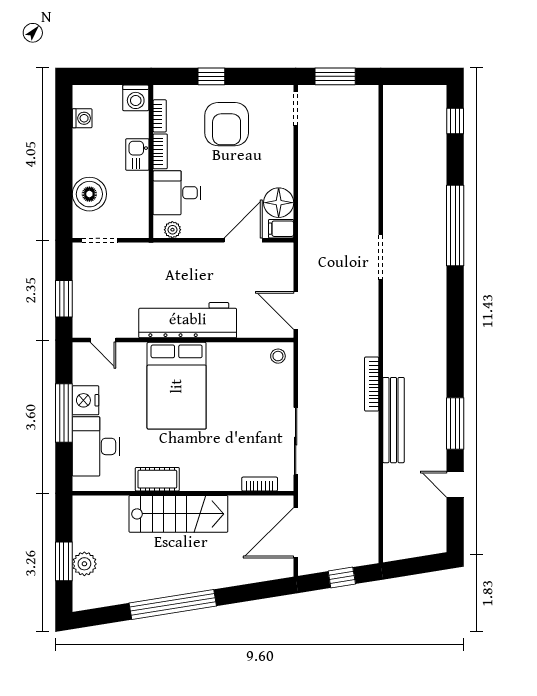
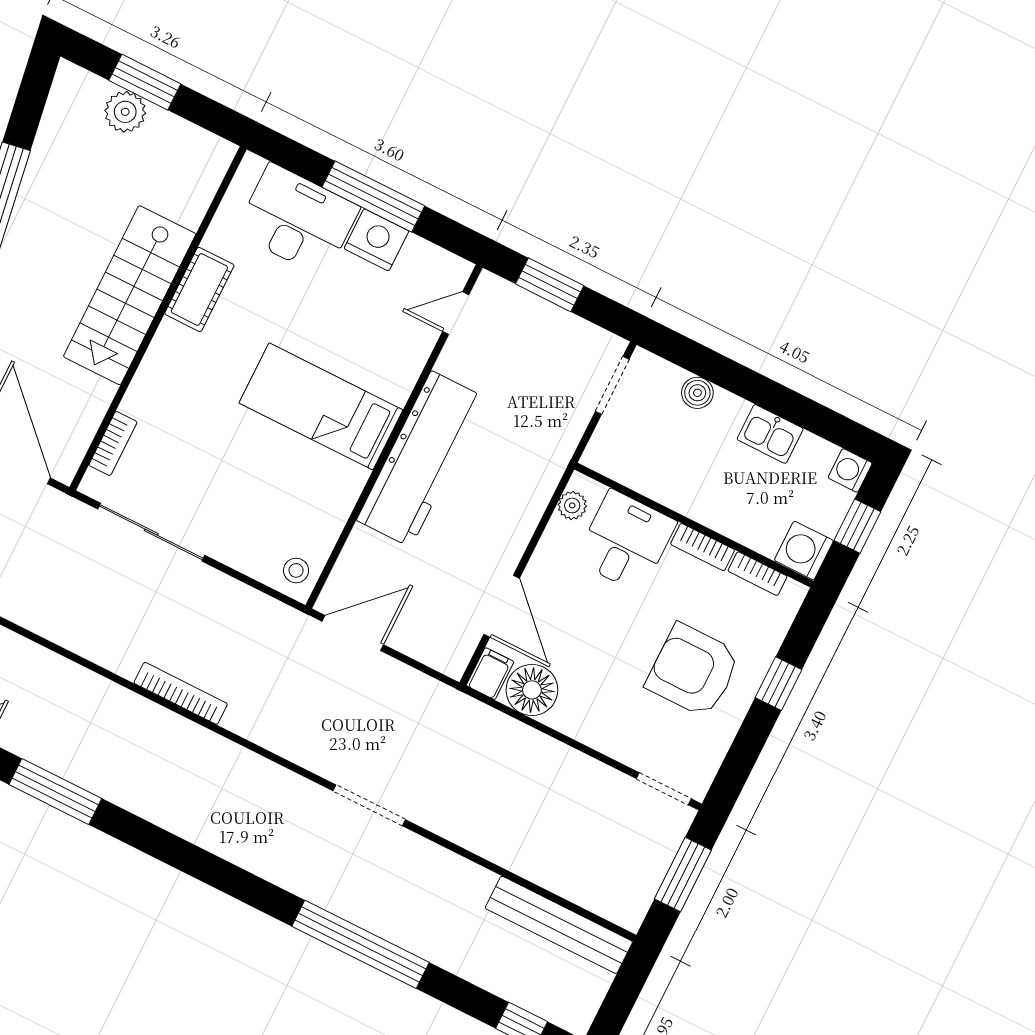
window: (109, 76) -> (857, 526), added
washing machine: (82, 118) -> (850, 470), moved, turned 90
kitchen sink: (137, 154) -> (770, 434), moved, turned 180
boiler: (89, 194) -> (697, 393), width x0.54, depth x0.54
bed: (177, 386) -> (321, 406), width x0.67
bench: (393, 420) -> (559, 925), moved

